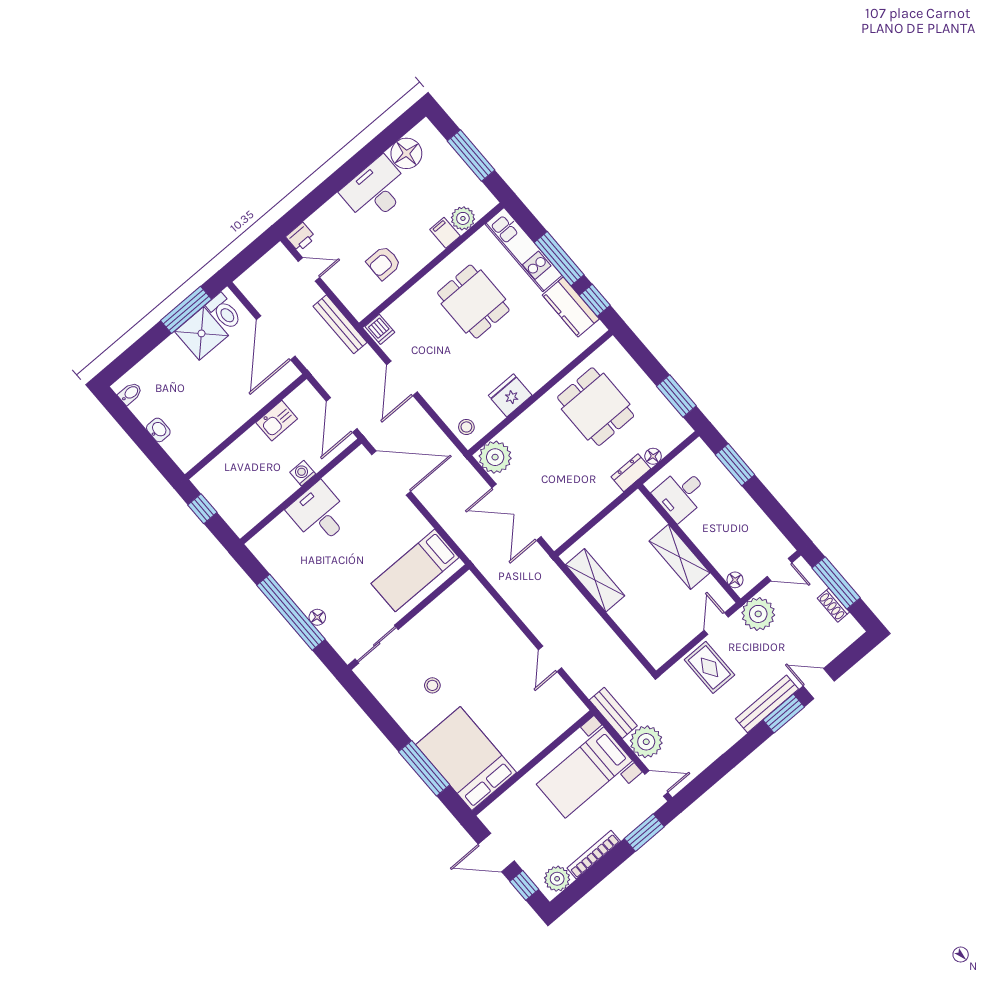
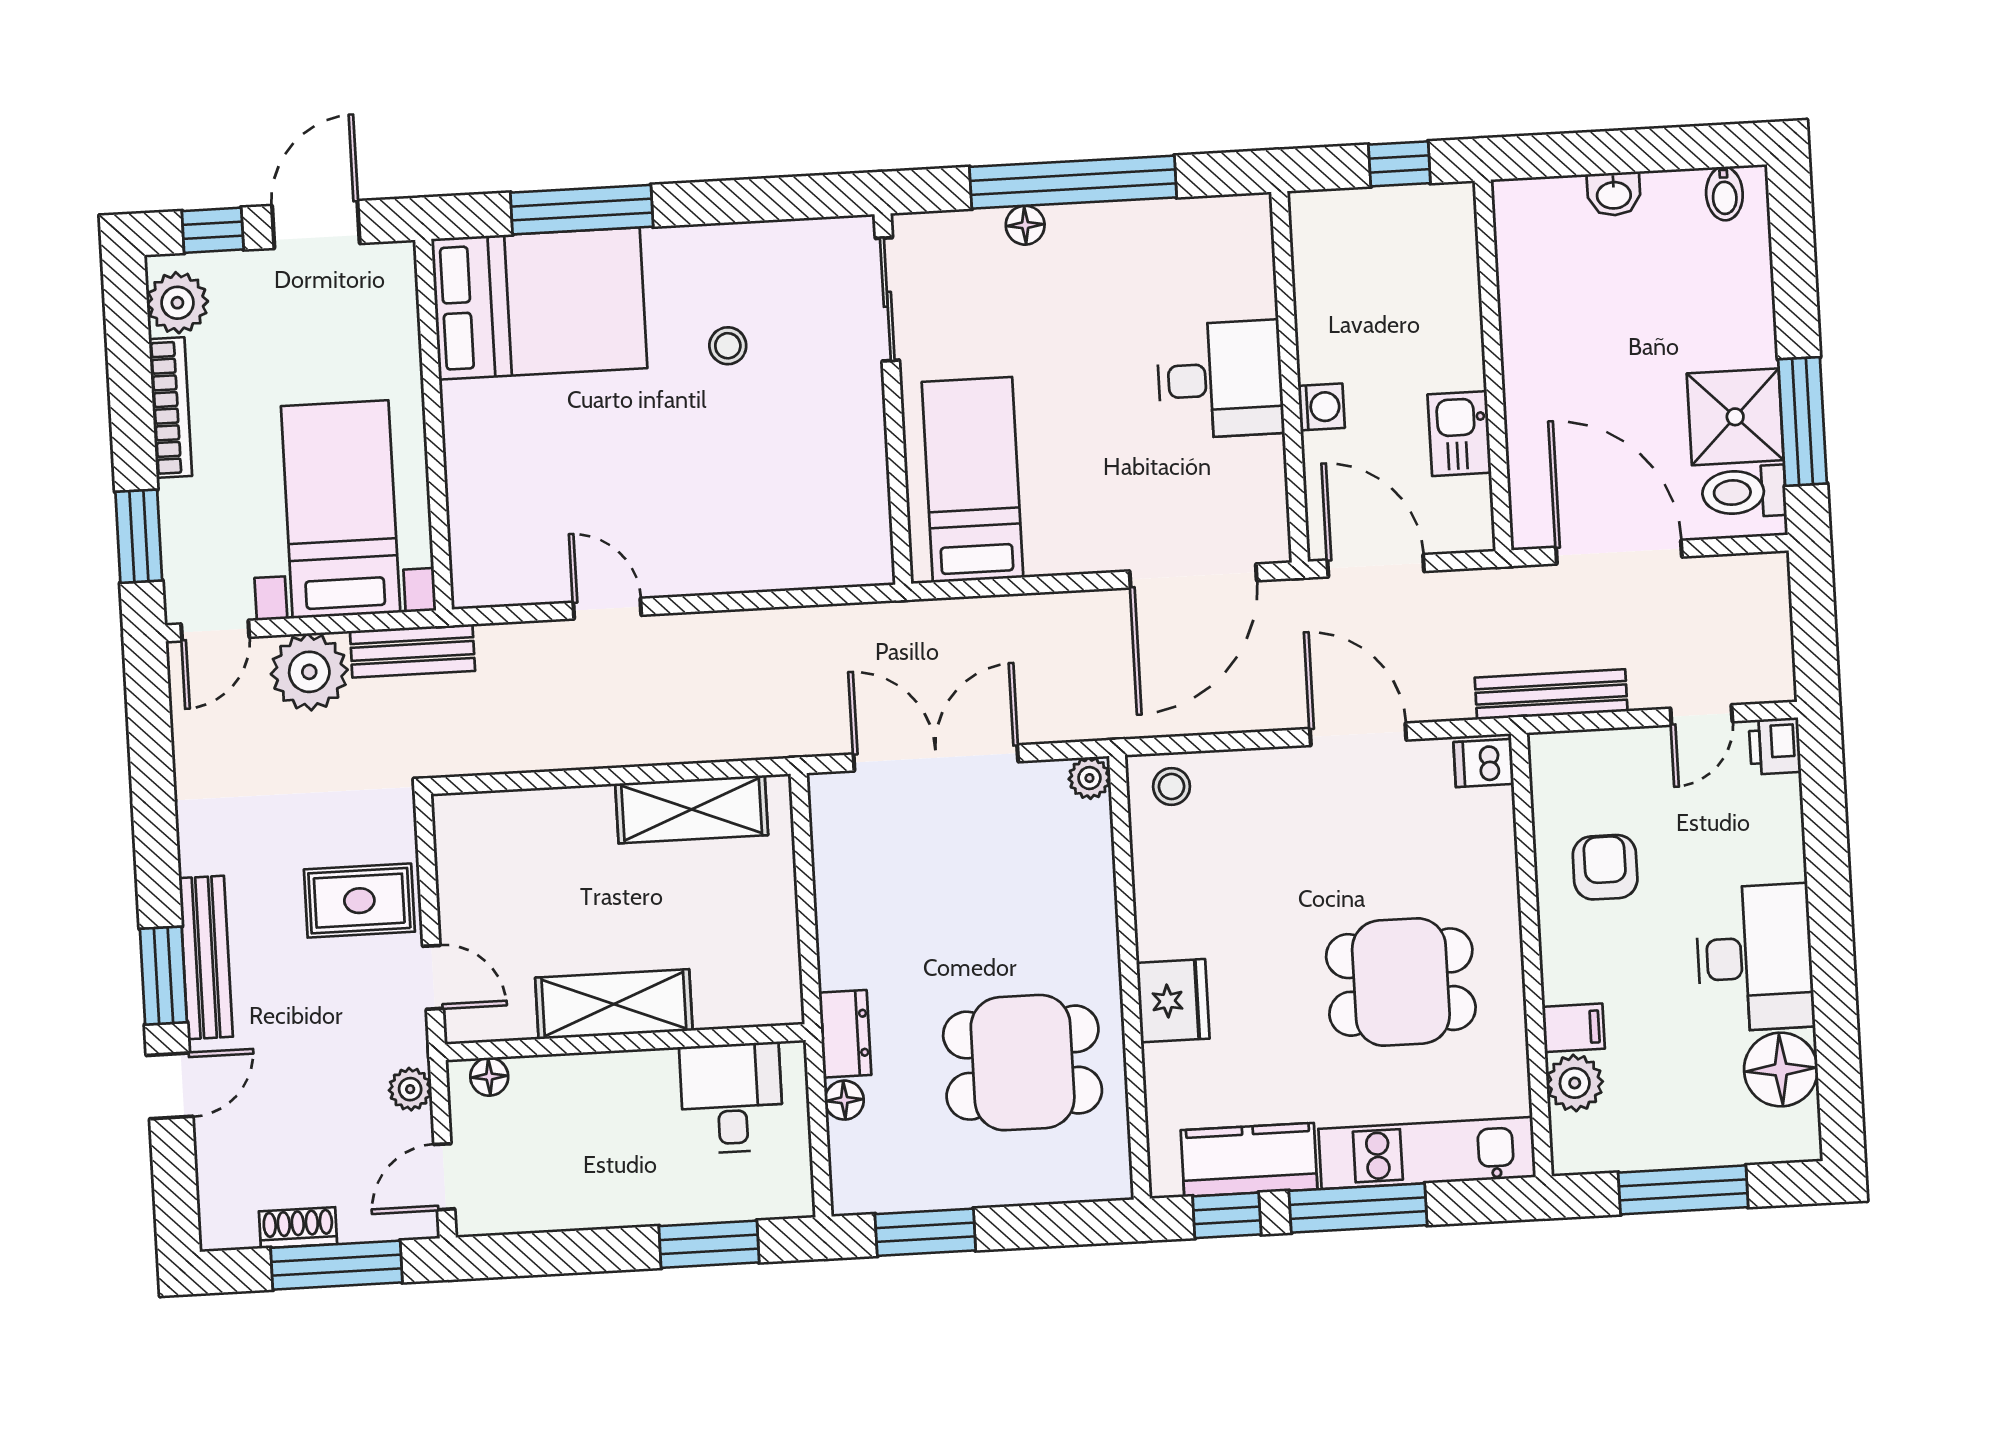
fridge: (510, 395) -> (1173, 1001), moved
plant: (495, 457) -> (1089, 778), width x0.53, depth x0.53
plant: (758, 614) -> (410, 1089), width x0.53, depth x0.53

